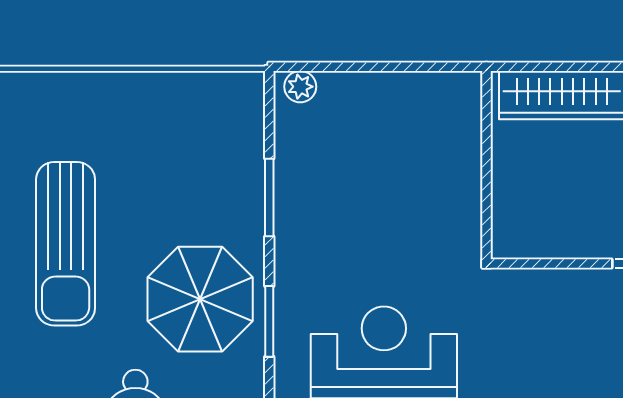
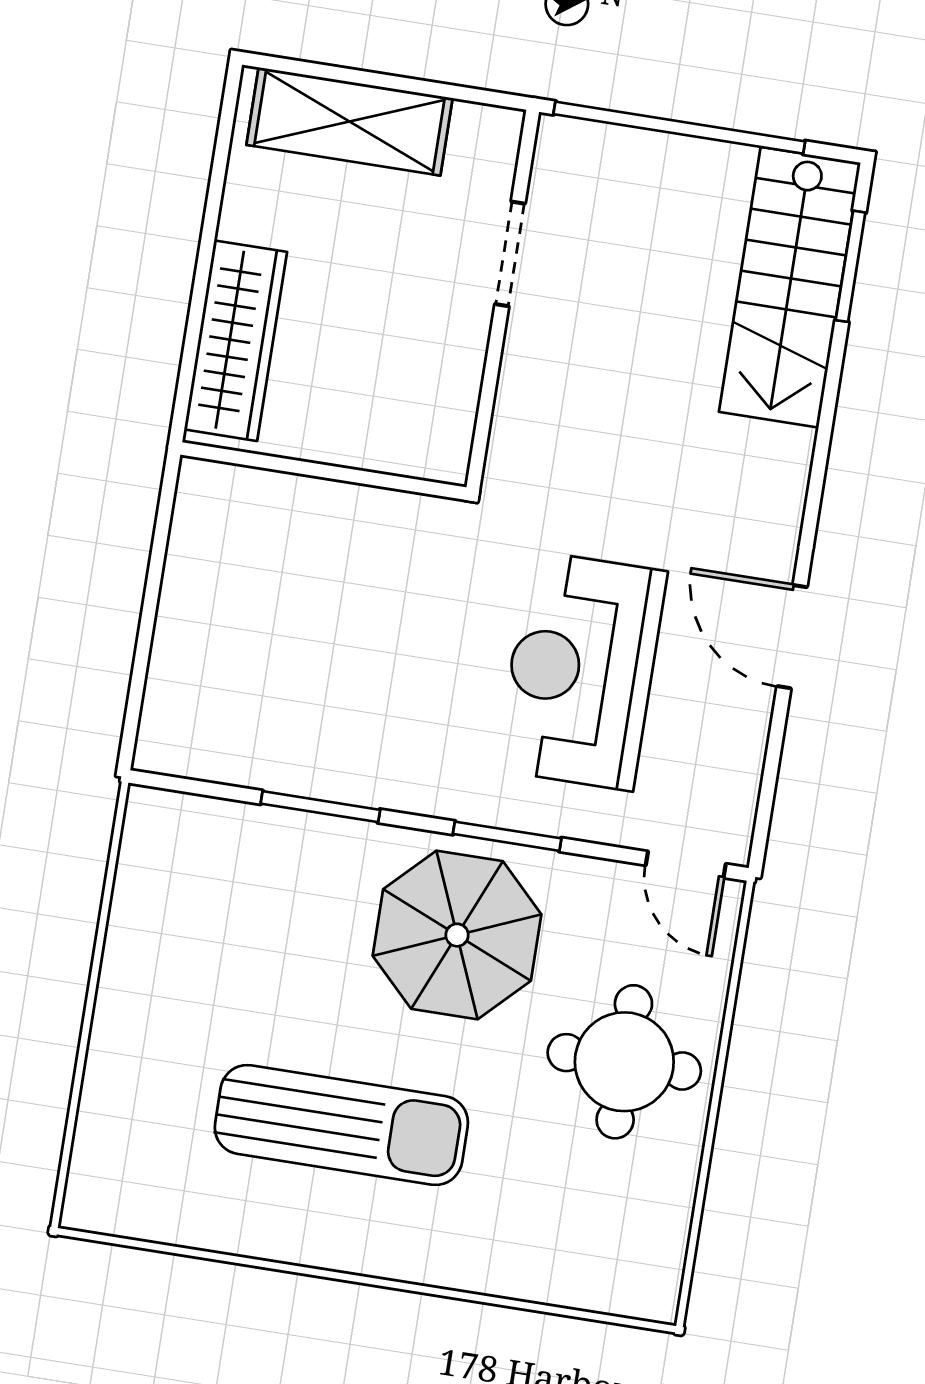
plant: (300, 87) -> (160, 733), removed

